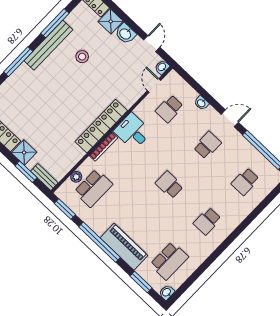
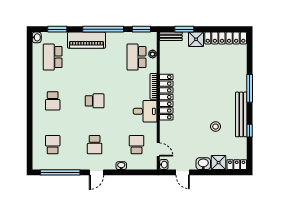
window: (55, 23) -> (250, 131), width x0.46
school desk: (207, 221) -> (53, 101), turned 180

